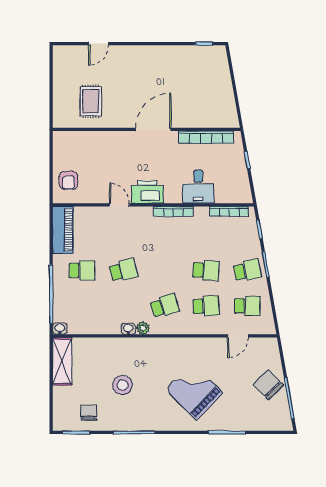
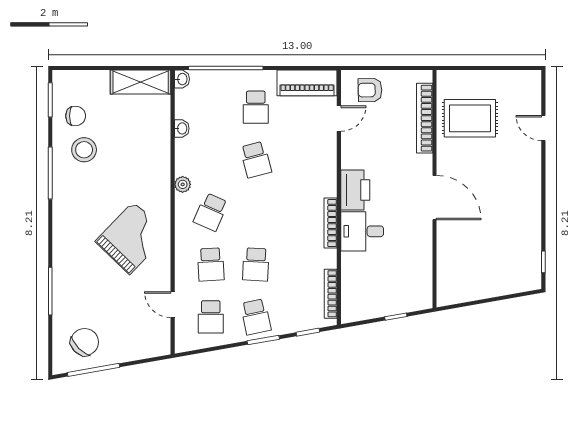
rug: (91, 101) -> (470, 118), width x1.36, depth x1.43
bookcase: (206, 137) -> (425, 118), moved
desk: (198, 187) -> (362, 231), moved
door: (119, 205) -> (339, 119), moved
school desk: (165, 306) -> (211, 212), turned 42
washbasin: (128, 329) -> (182, 128), moved
stool: (123, 385) -> (84, 150), moved
chair: (268, 385) -> (85, 342), moved
grand piano: (194, 391) -> (132, 238), moved

